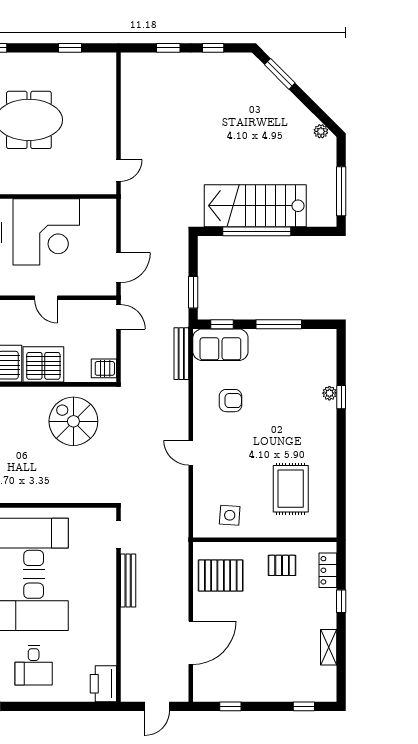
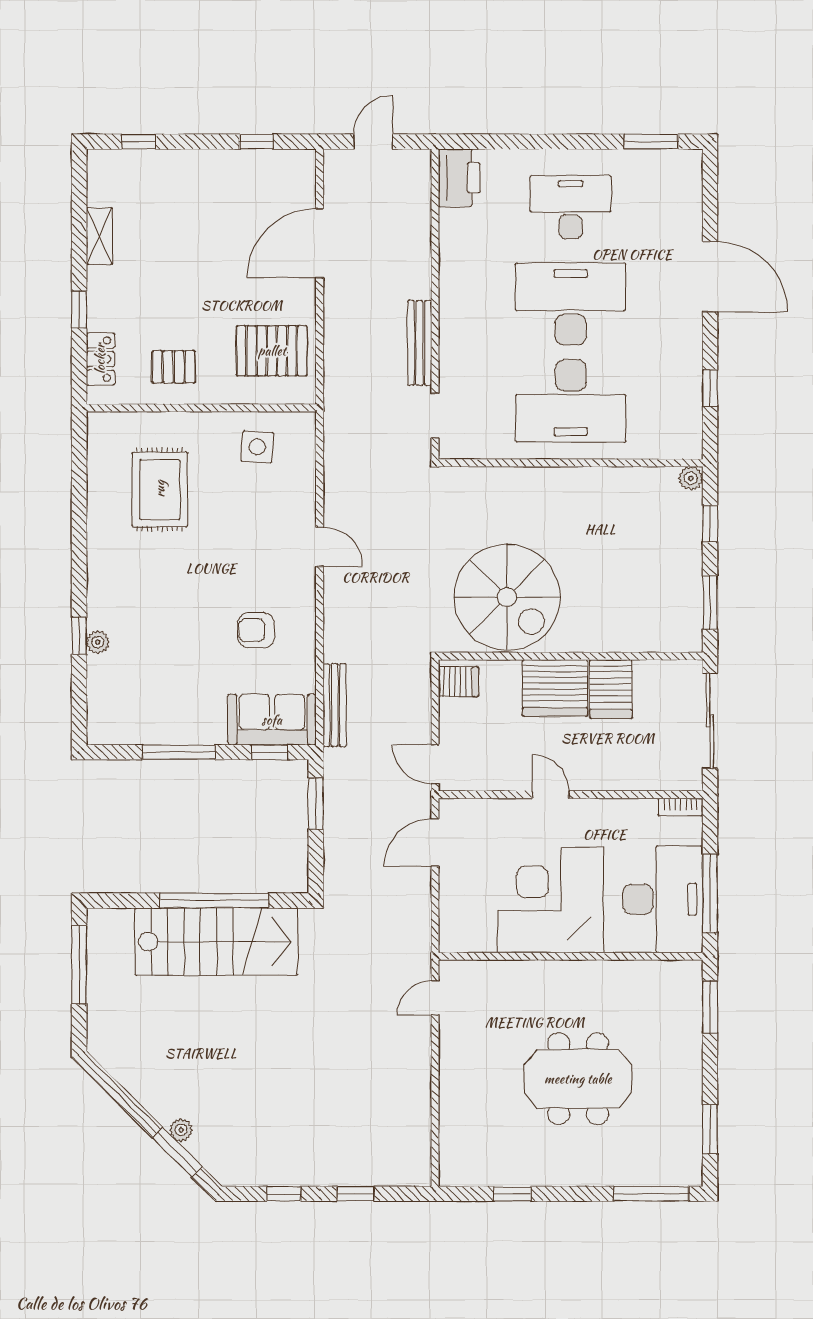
plant: (321, 131) -> (181, 1130), moved
spiral stairs: (73, 421) -> (507, 597), width x1.37, depth x1.37
desk: (34, 665) -> (571, 207), width x1.37

